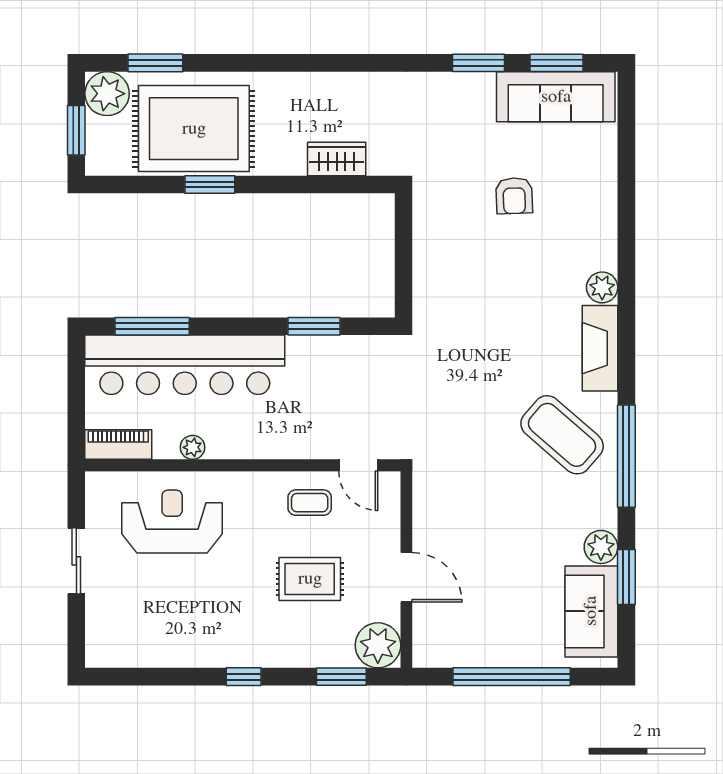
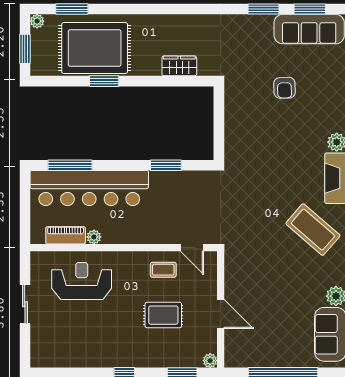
plant: (107, 94) -> (37, 21), width x0.53, depth x0.53
piano: (118, 445) -> (66, 235), moved
plant: (378, 645) -> (210, 361), width x0.53, depth x0.53

